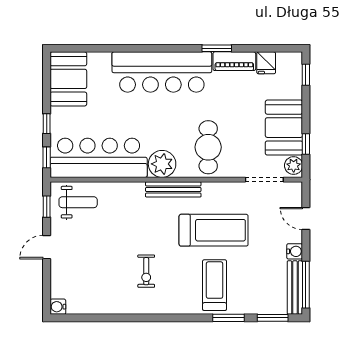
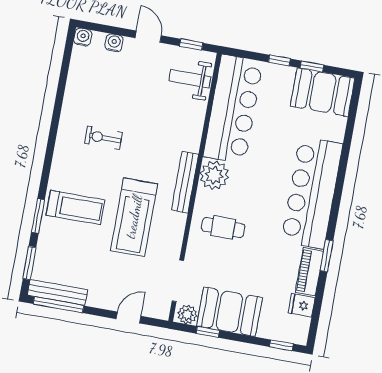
cafe table: (208, 147) -> (223, 227), width x0.73, depth x0.74
window: (47, 157) -> (312, 66), moved
weight bench: (78, 202) -> (190, 79), turned 90
water cooler: (295, 251) -> (114, 43), moved, turned 180

